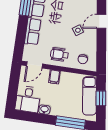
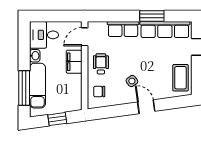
door: (35, 65) -> (85, 37), hinge flipped
filing cabinet: (54, 77) -> (74, 62), width x2.00
exam couch: (89, 96) -> (37, 86), moved, turned 98

